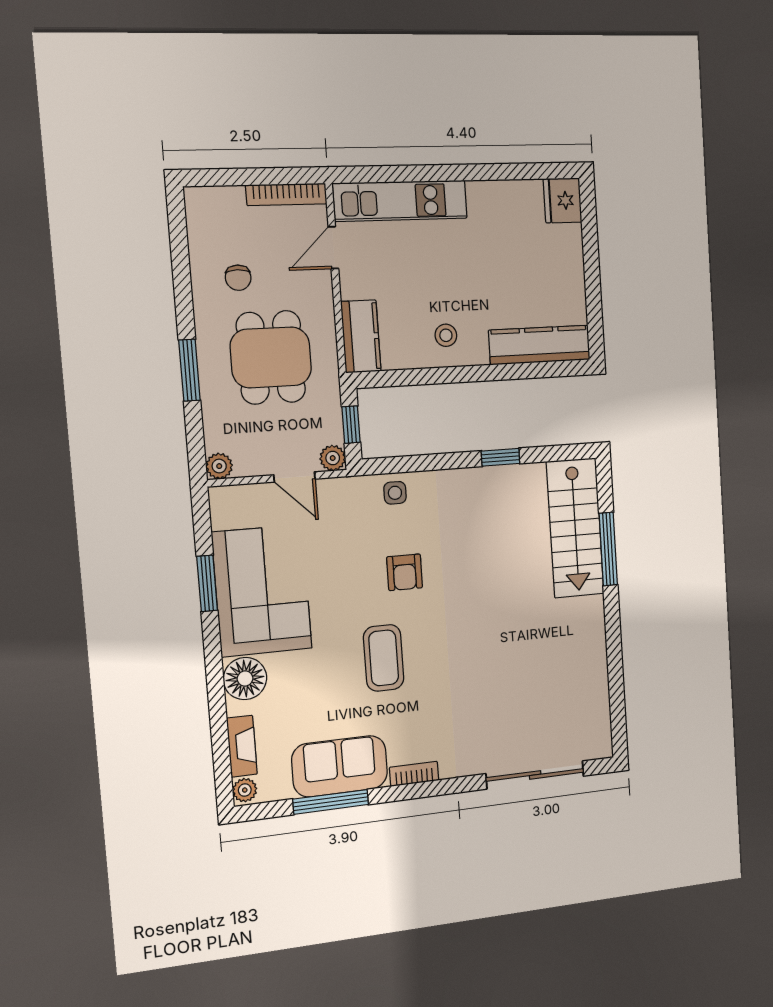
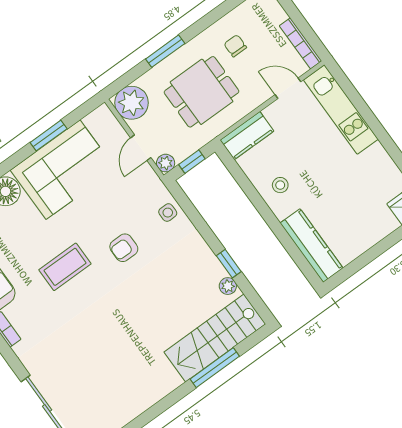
chair: (238, 278) -> (235, 46), turned 90
plant: (219, 466) -> (131, 103), width x1.88, depth x1.88
plant: (526, 475) -> (228, 286), added

